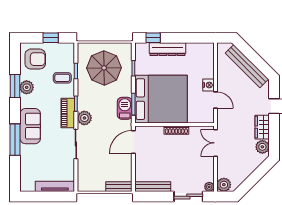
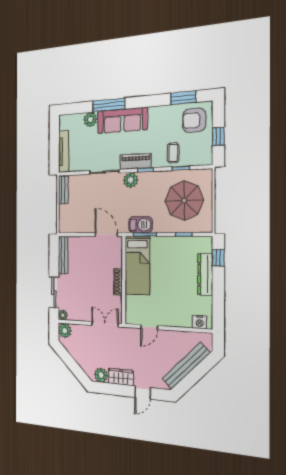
armchair: (35, 59) -> (194, 120), turned 90
nightstand: (208, 85) -> (200, 322), moved
window: (15, 86) -> (183, 98), moved
plant: (27, 87) -> (90, 119), moved
bed: (161, 99) -> (137, 265), width x0.49
sofa: (30, 126) -> (122, 120), width x1.36
bench: (119, 187) -> (63, 190), moved

